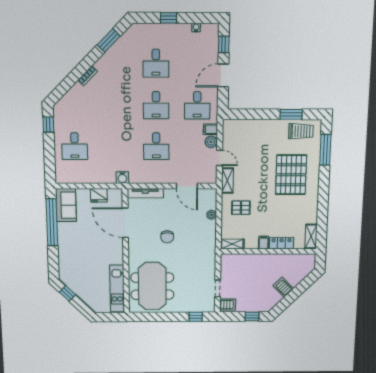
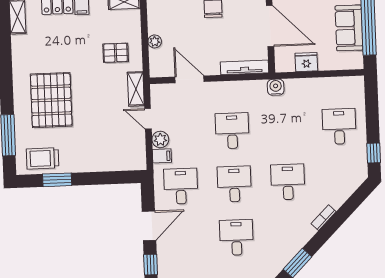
desk: (115, 105) -> (288, 182), added
sofa: (66, 205) -> (349, 28), moved

